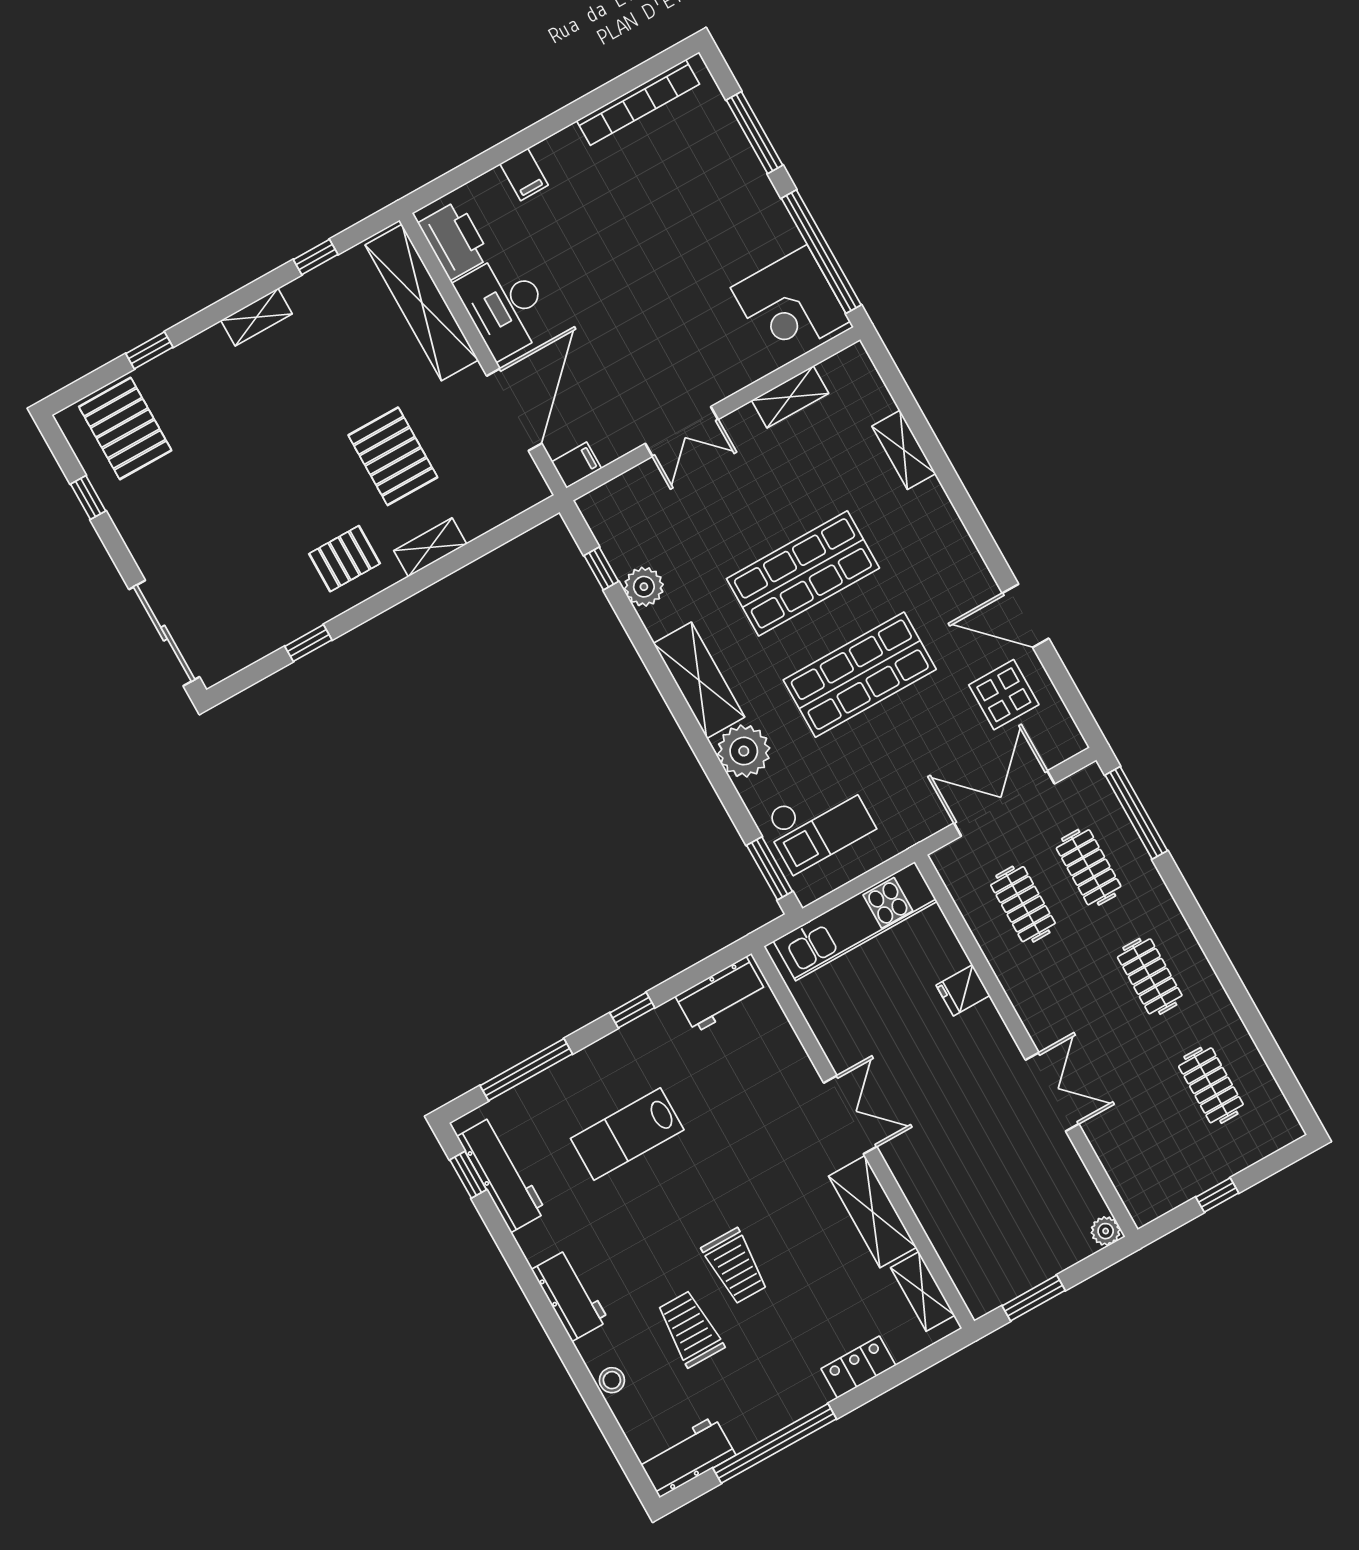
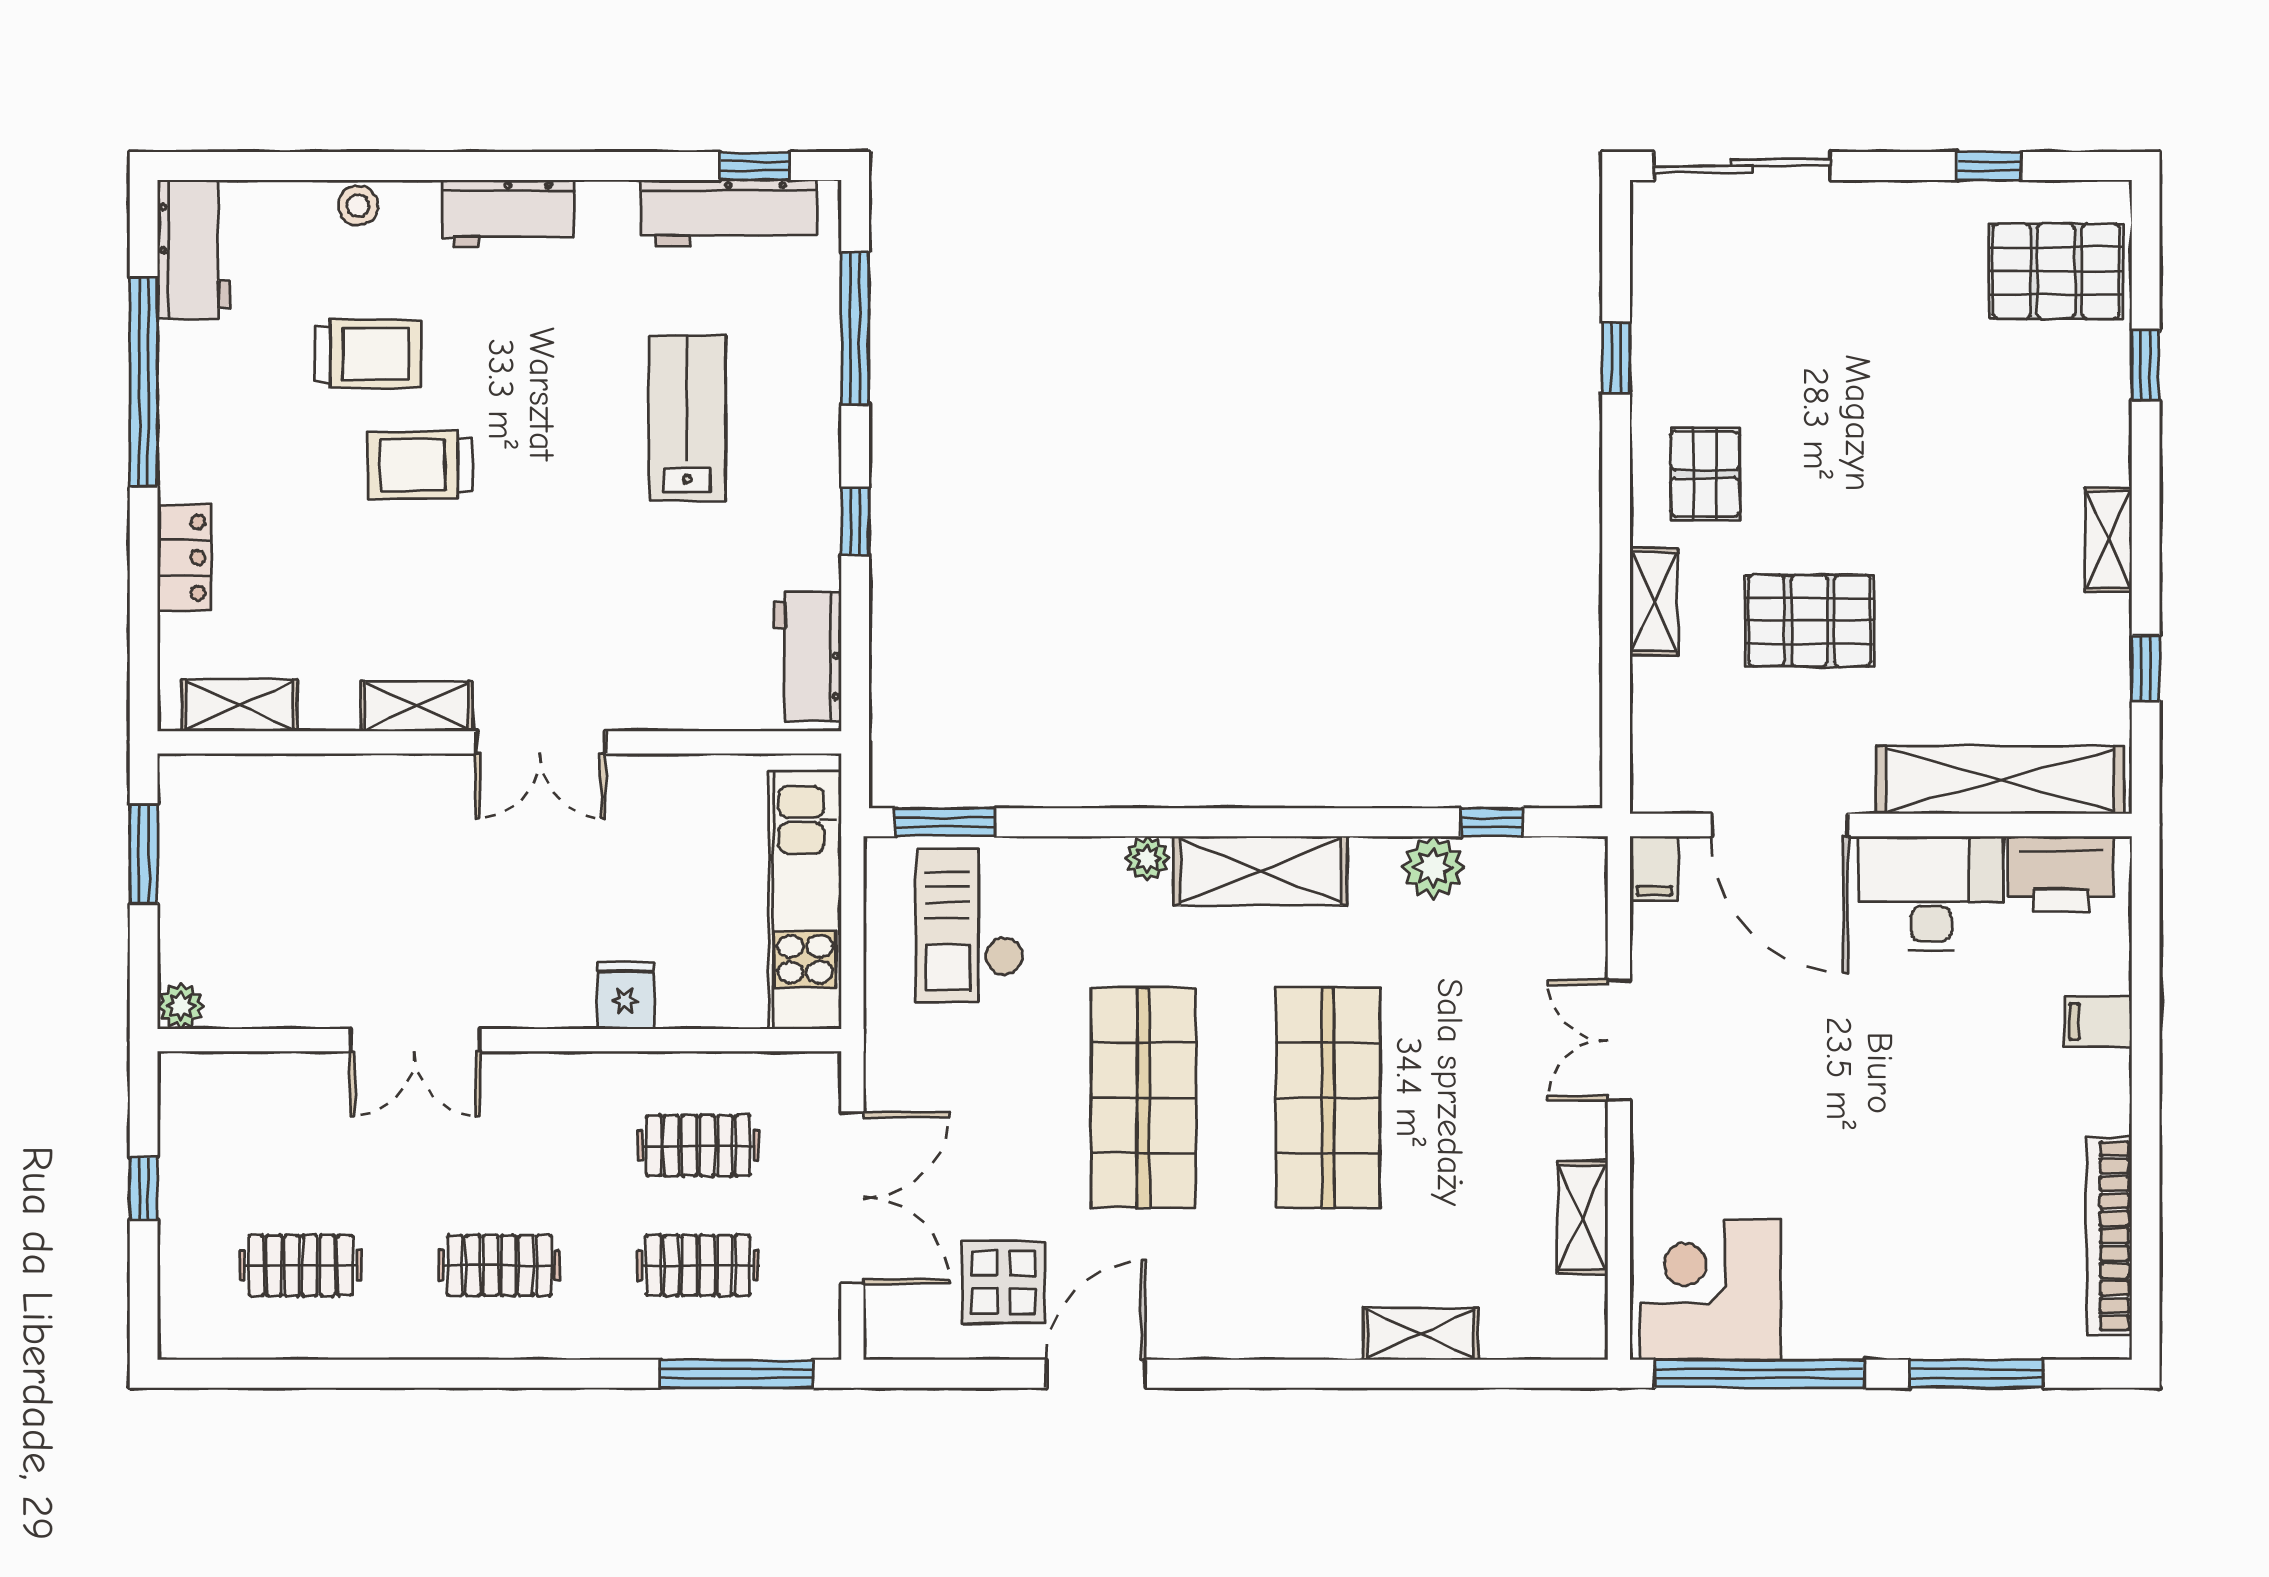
plant: (744, 751) -> (1147, 858), width x0.53, depth x0.53
shelving: (872, 1212) -> (417, 706), width x0.67, depth x0.75

